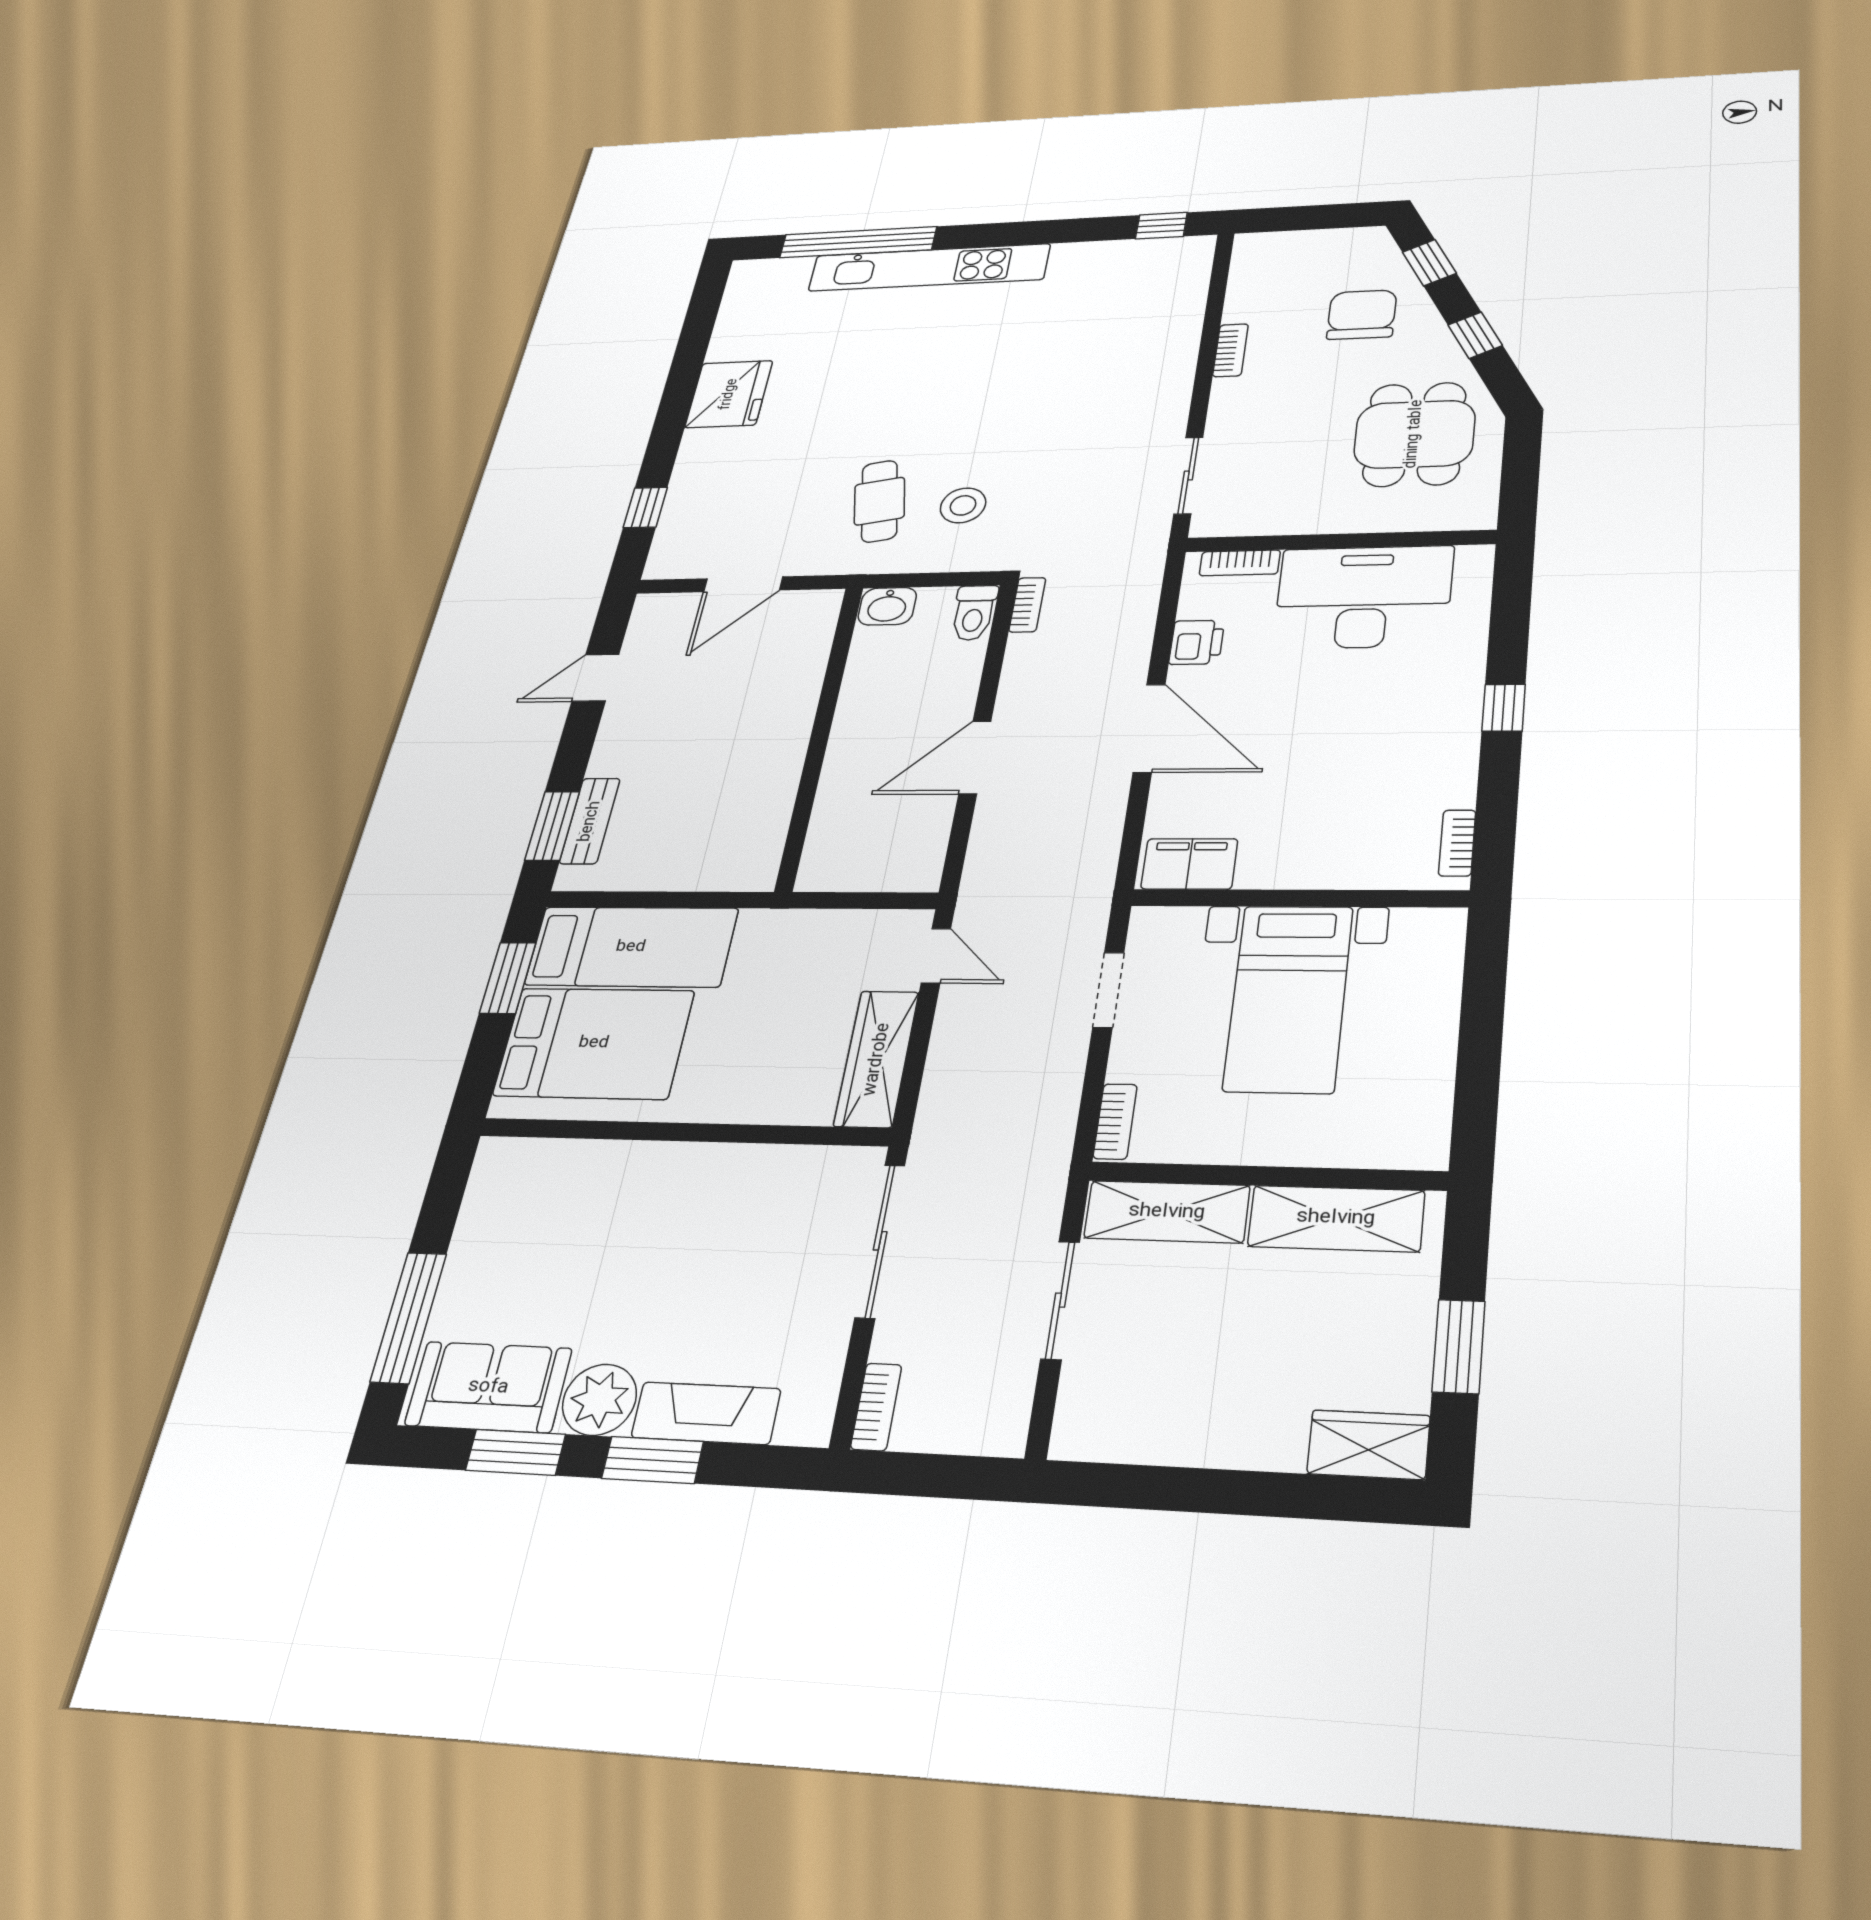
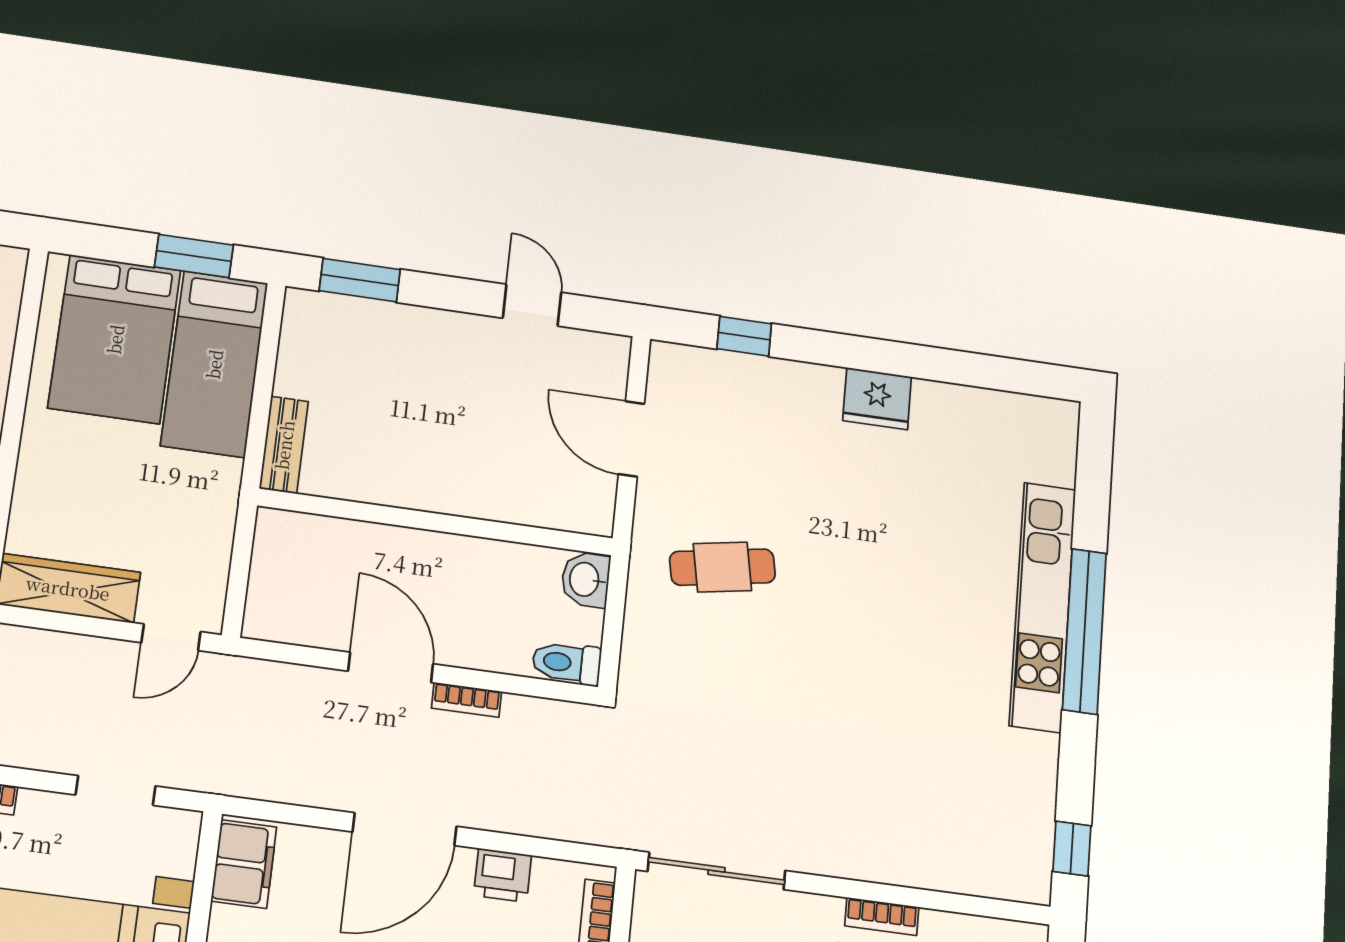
window: (858, 242) -> (1084, 631), moved
fridge: (729, 394) -> (877, 399), width x0.73, depth x0.75
sliding door: (1188, 476) -> (717, 871), width x1.37
stool: (963, 505) -> (706, 650), removed
bookcase: (1027, 605) -> (467, 700), moved
bench: (590, 821) -> (284, 445), moved, turned 90

